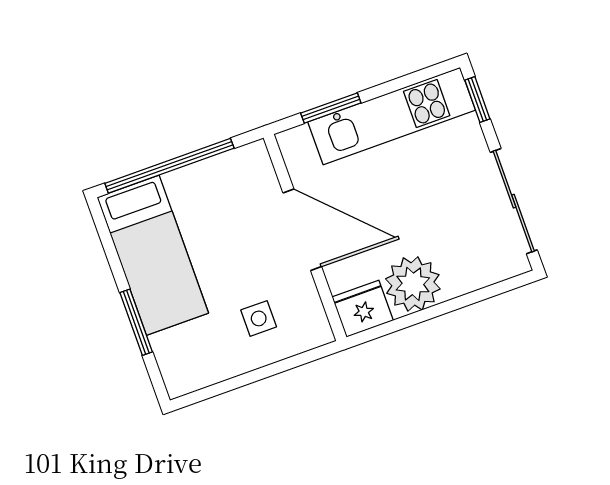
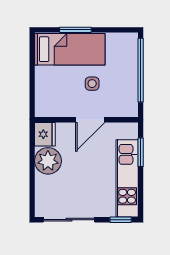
door: (302, 230) -> (90, 120), width x0.73
bed: (153, 255) -> (70, 49), moved, turned 180
side table: (259, 318) -> (92, 84), moved

